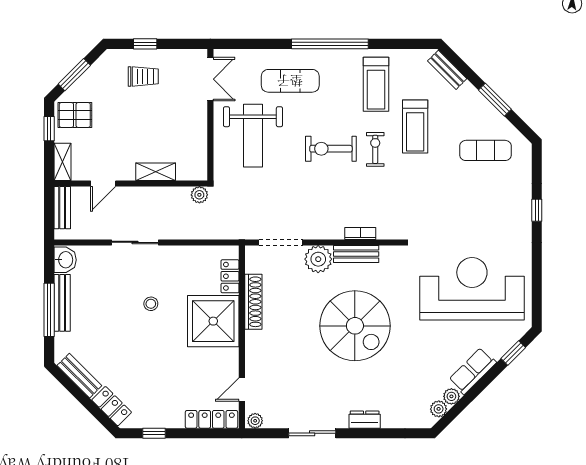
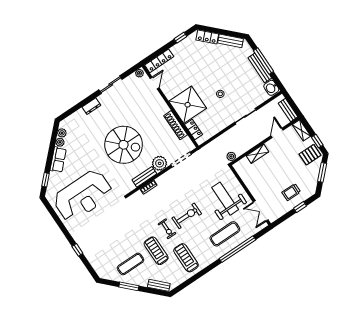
window: (330, 44) -> (237, 249), moved
exercise mat: (485, 150) -> (130, 264), moved
spiral stairs: (355, 326) -> (124, 145), turned 180

